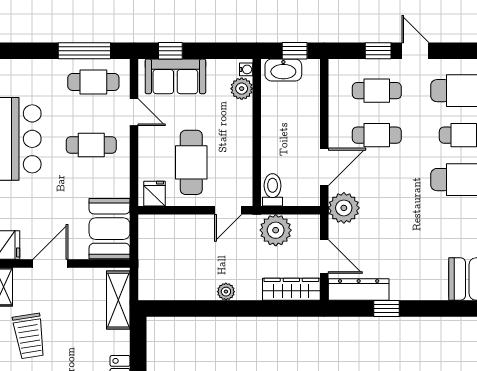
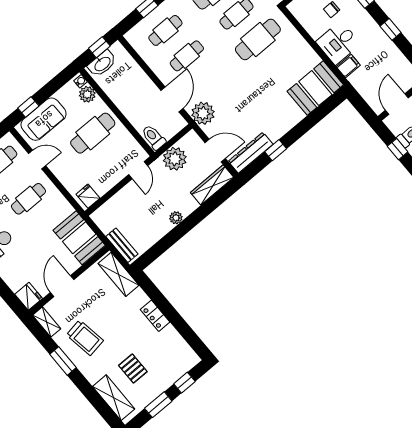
cafe table: (191, 162) -> (93, 133), moved, turned 90
bench: (147, 273) -> (122, 245), added

